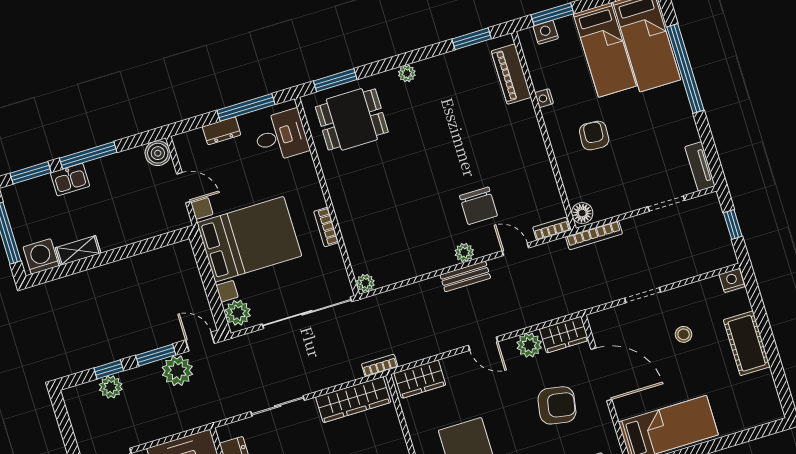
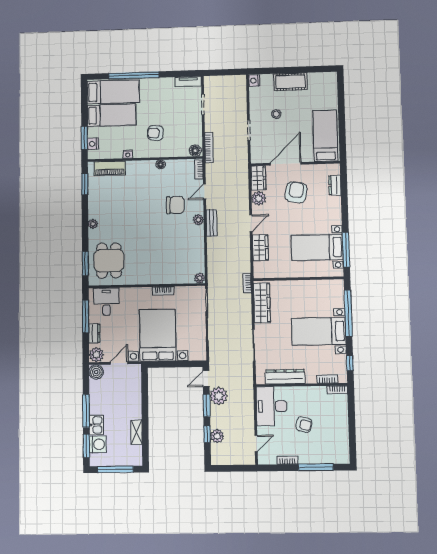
floor lamp: (542, 160) -> (161, 164), added
window: (733, 224) -> (224, 72), removed
washing machine: (41, 256) -> (98, 444), moved, turned 180
plant: (238, 313) -> (96, 355), moved
wardrobe: (420, 379) -> (260, 248), moved

